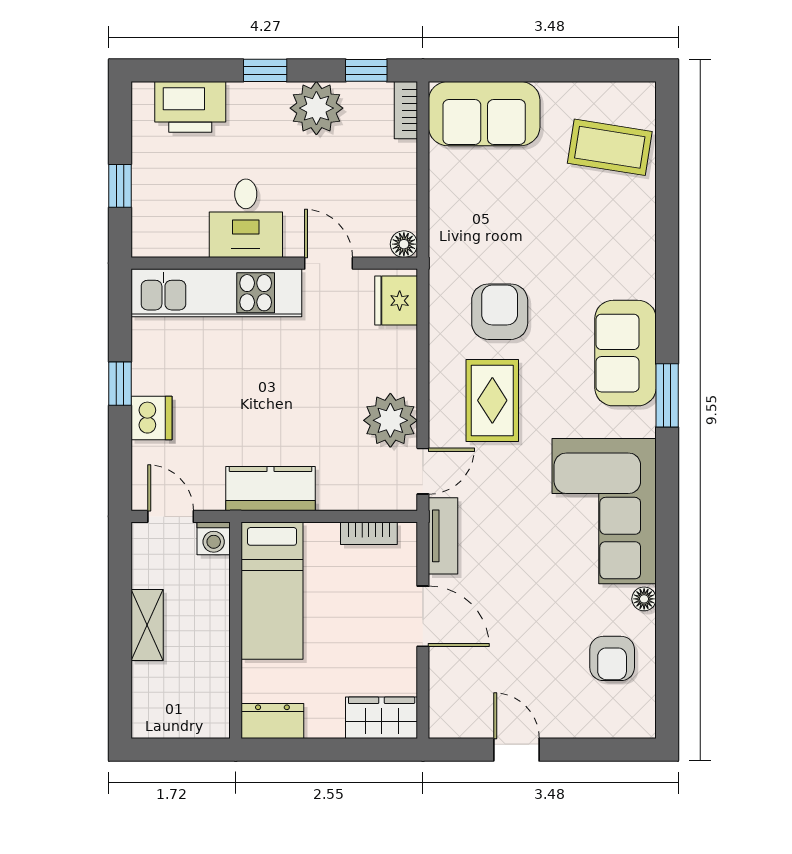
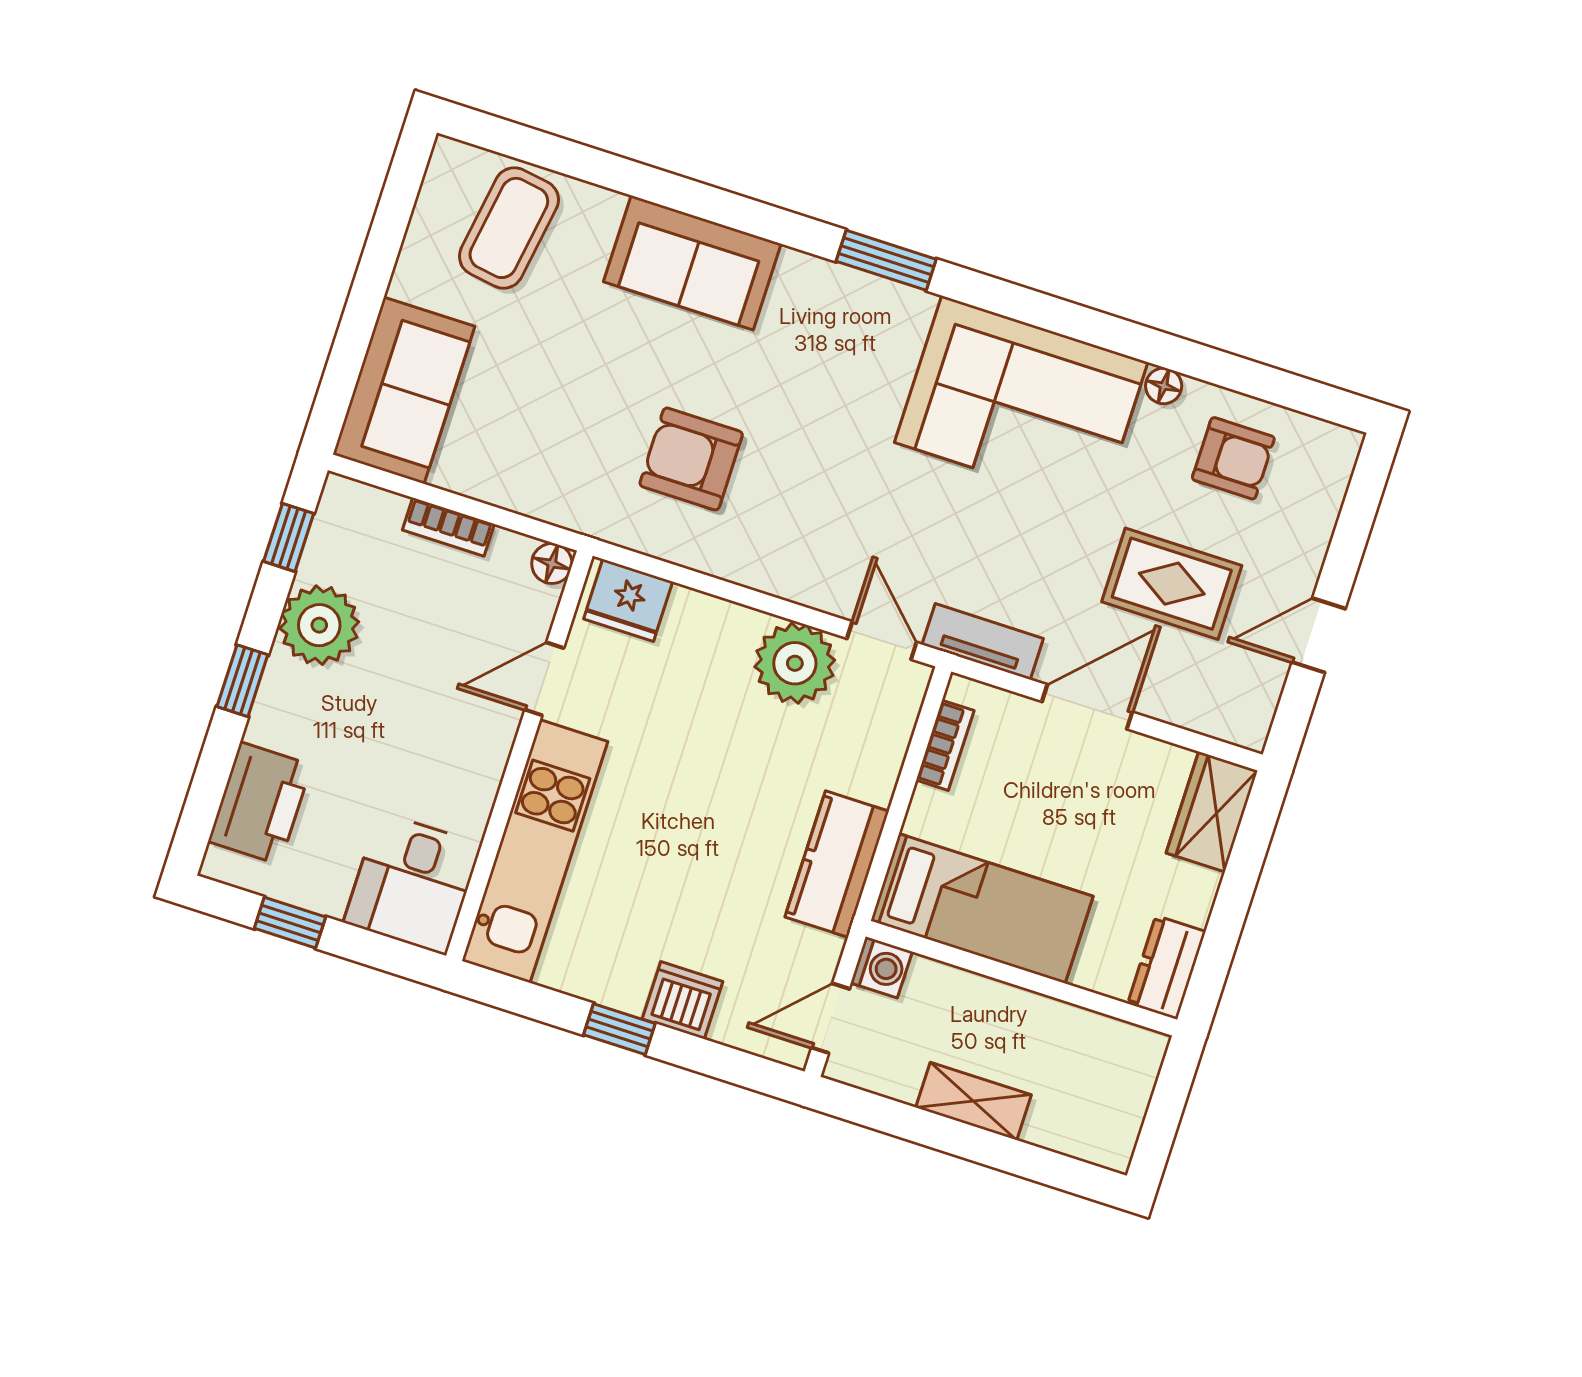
bookcase: (406, 110) -> (448, 527), moved
window: (120, 186) -> (290, 923), moved
desk: (246, 218) -> (413, 884), moved, turned 90
sofa: (625, 353) -> (692, 263), moved
rug: (492, 400) -> (1172, 584), moved

